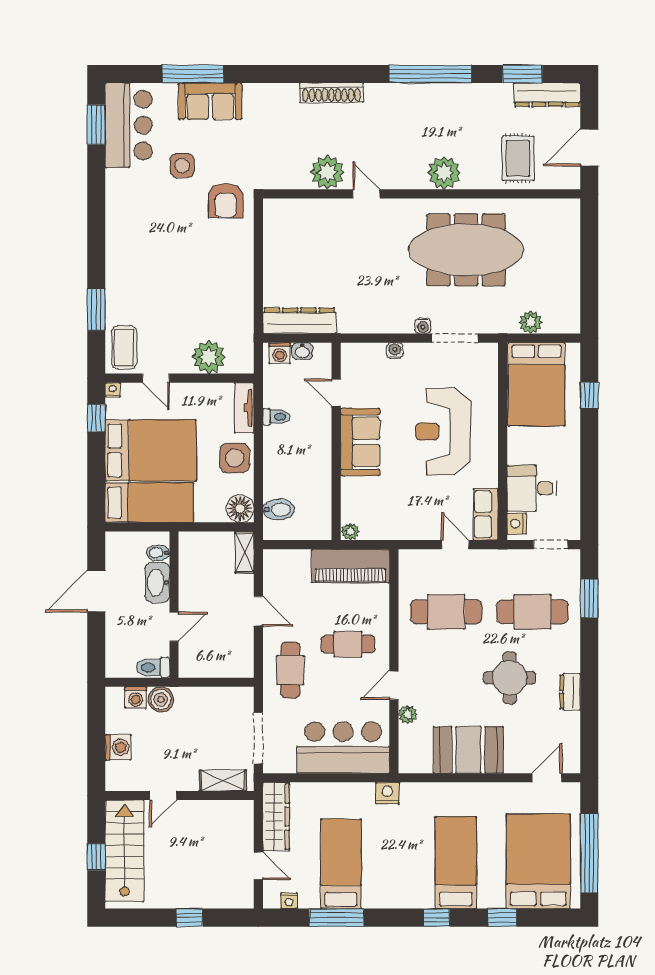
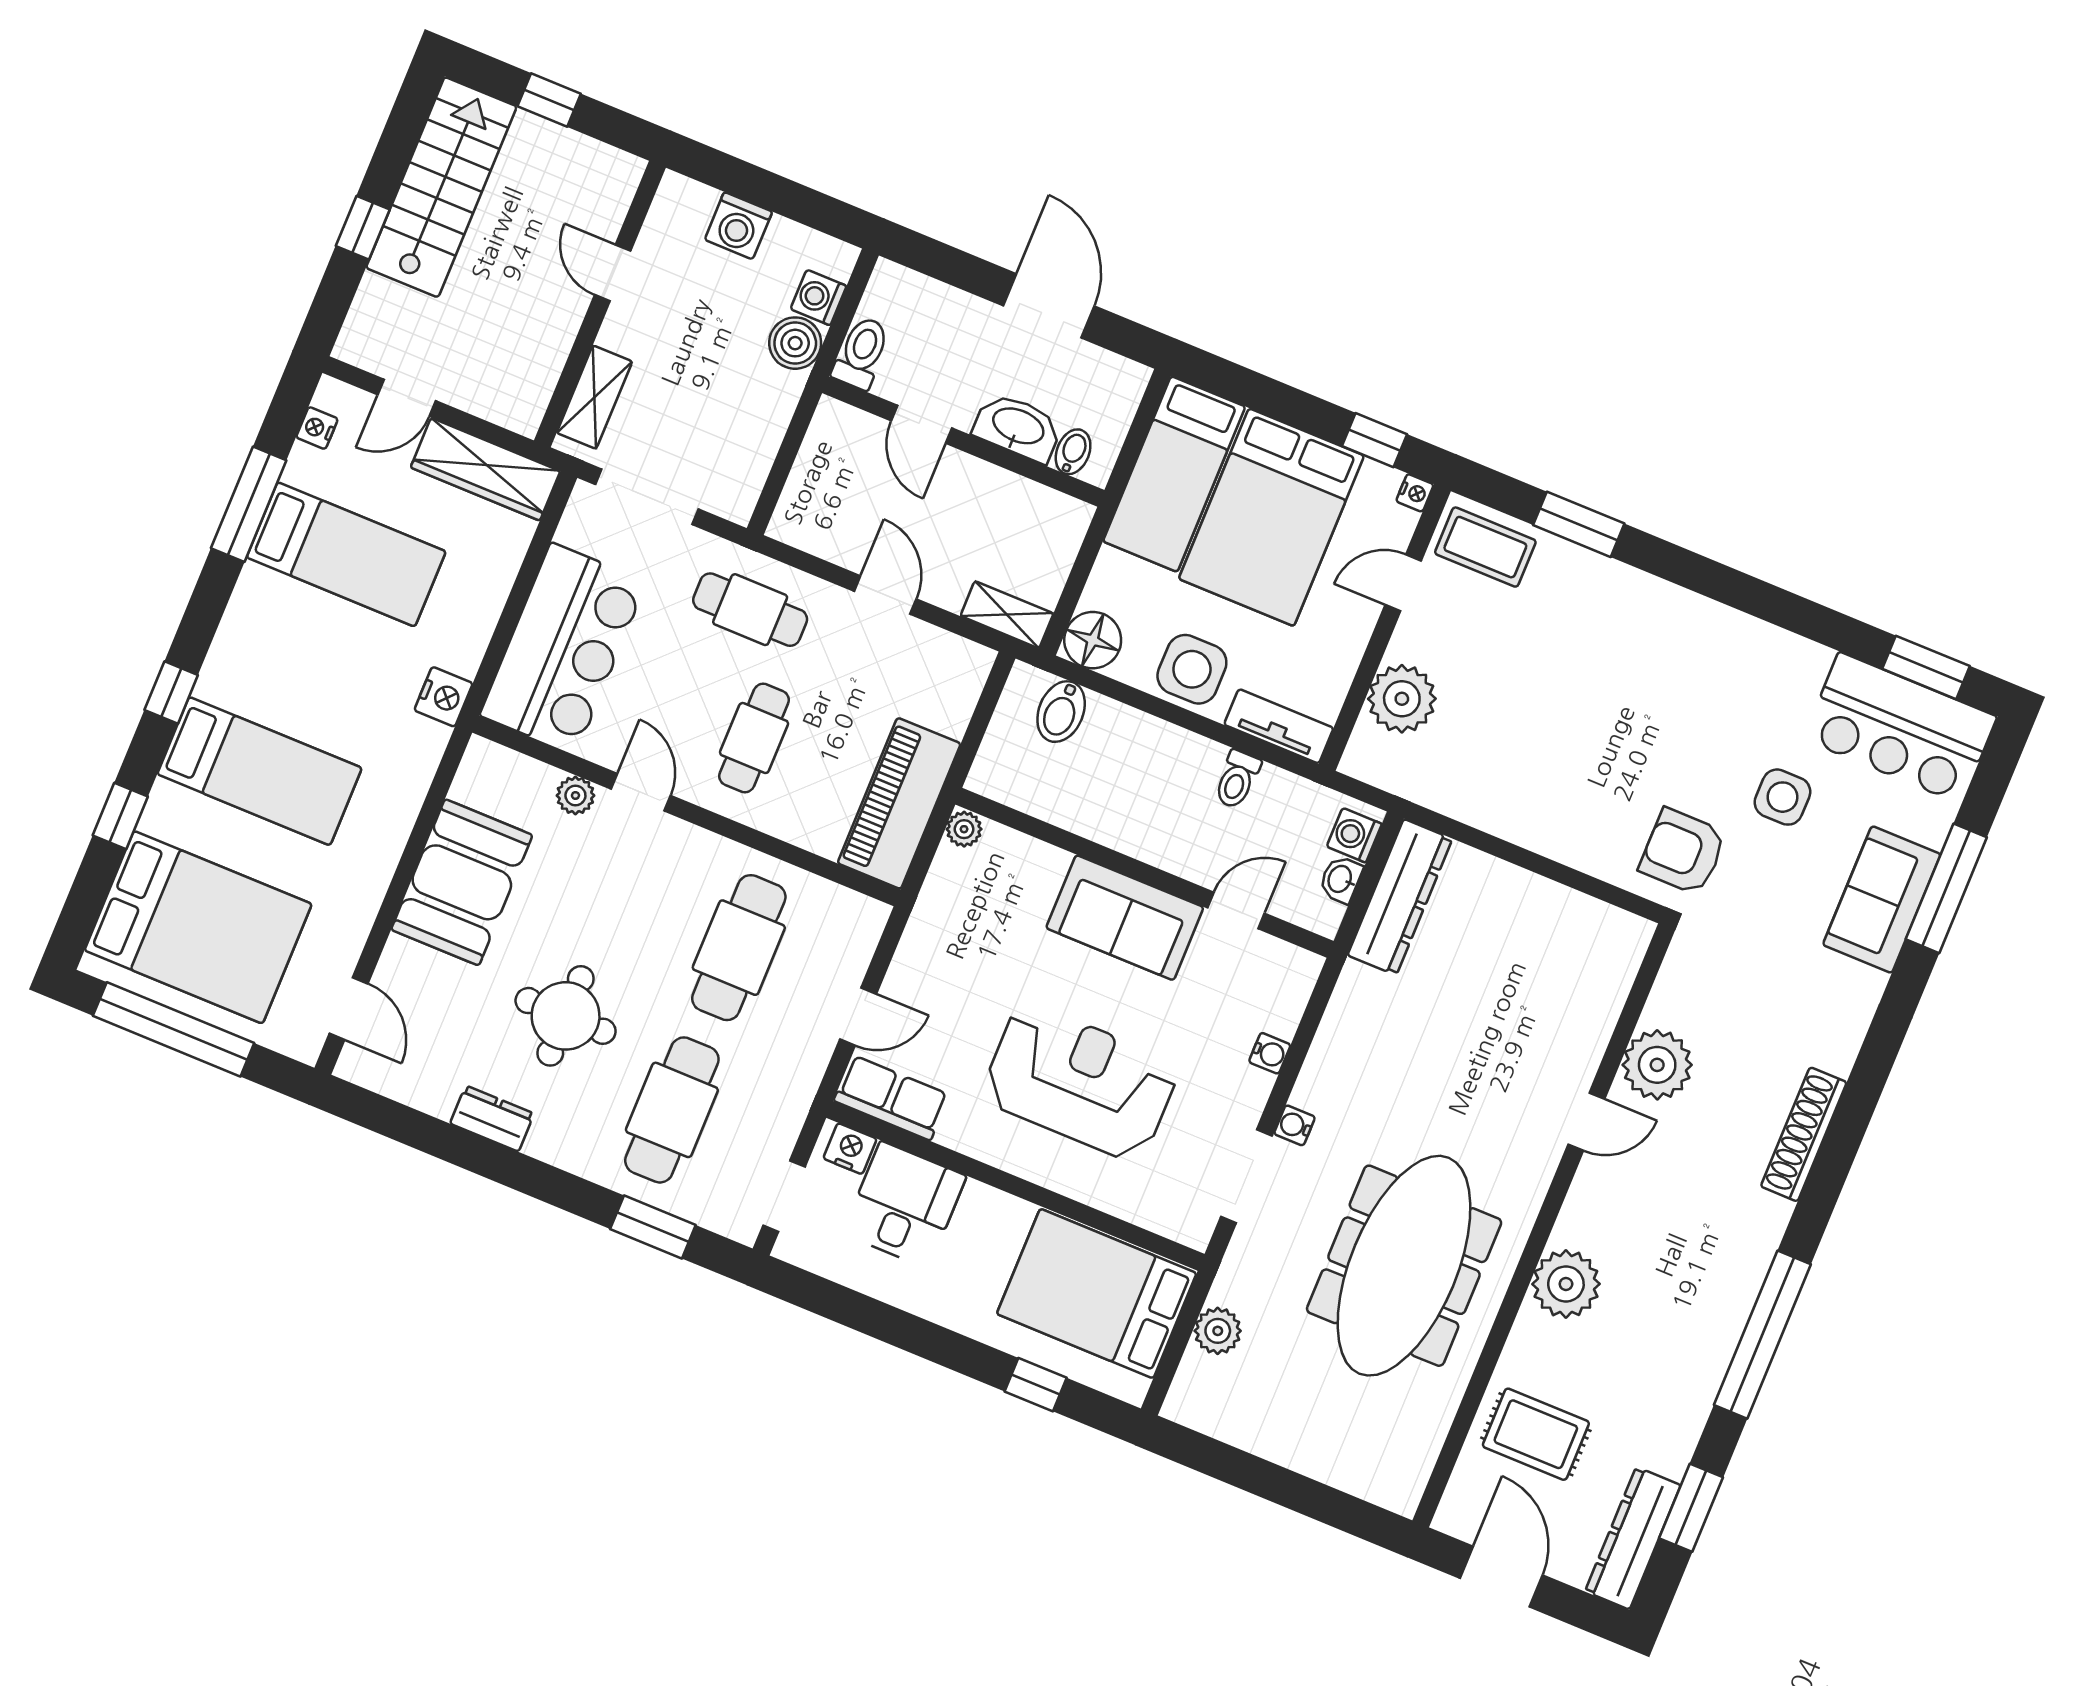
door: (258, 611) -> (885, 595), swing flipped
stairs: (124, 851) -> (441, 187), moved, turned -90

